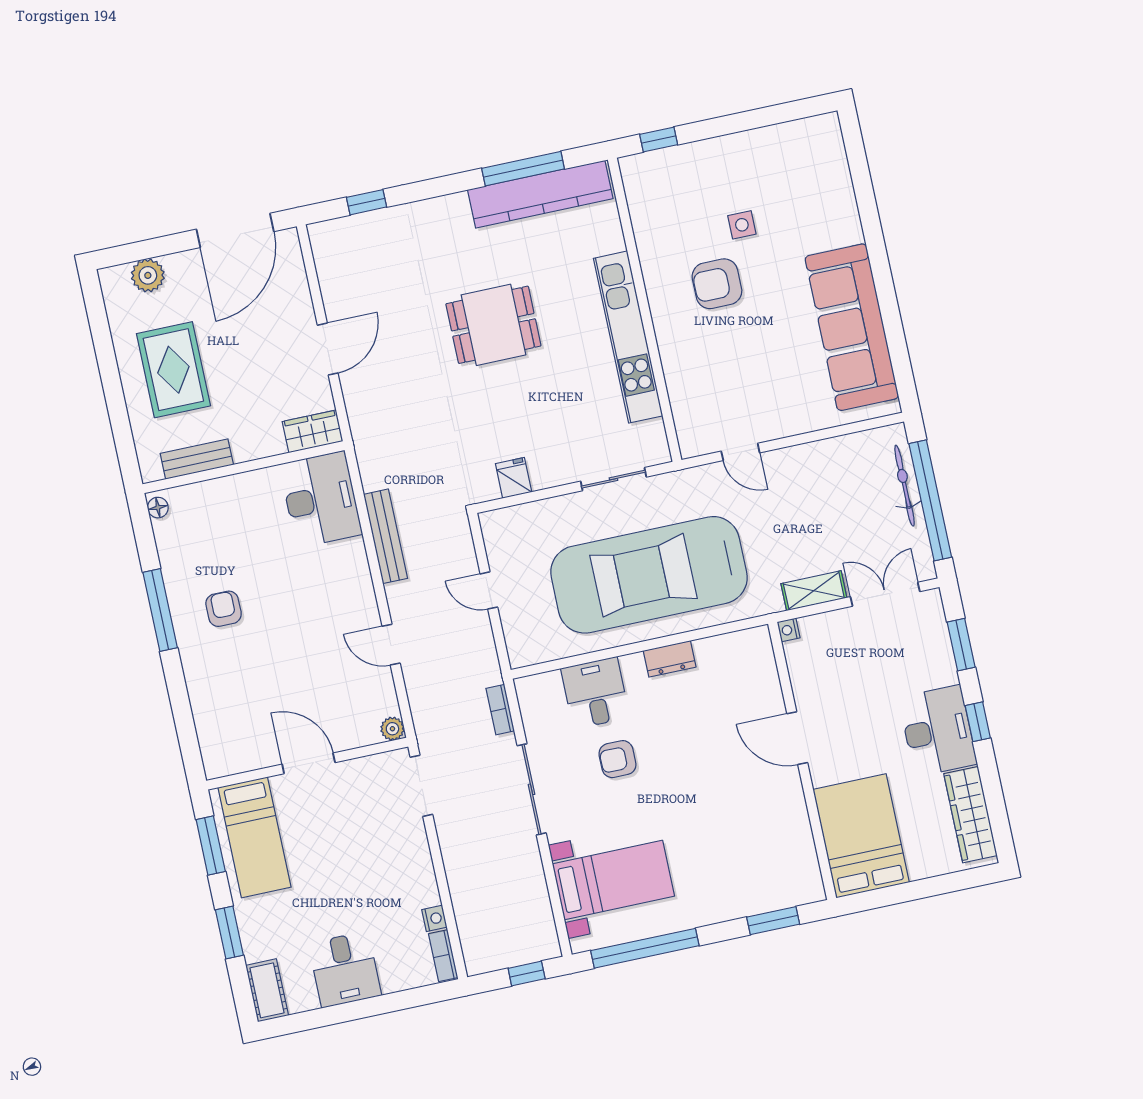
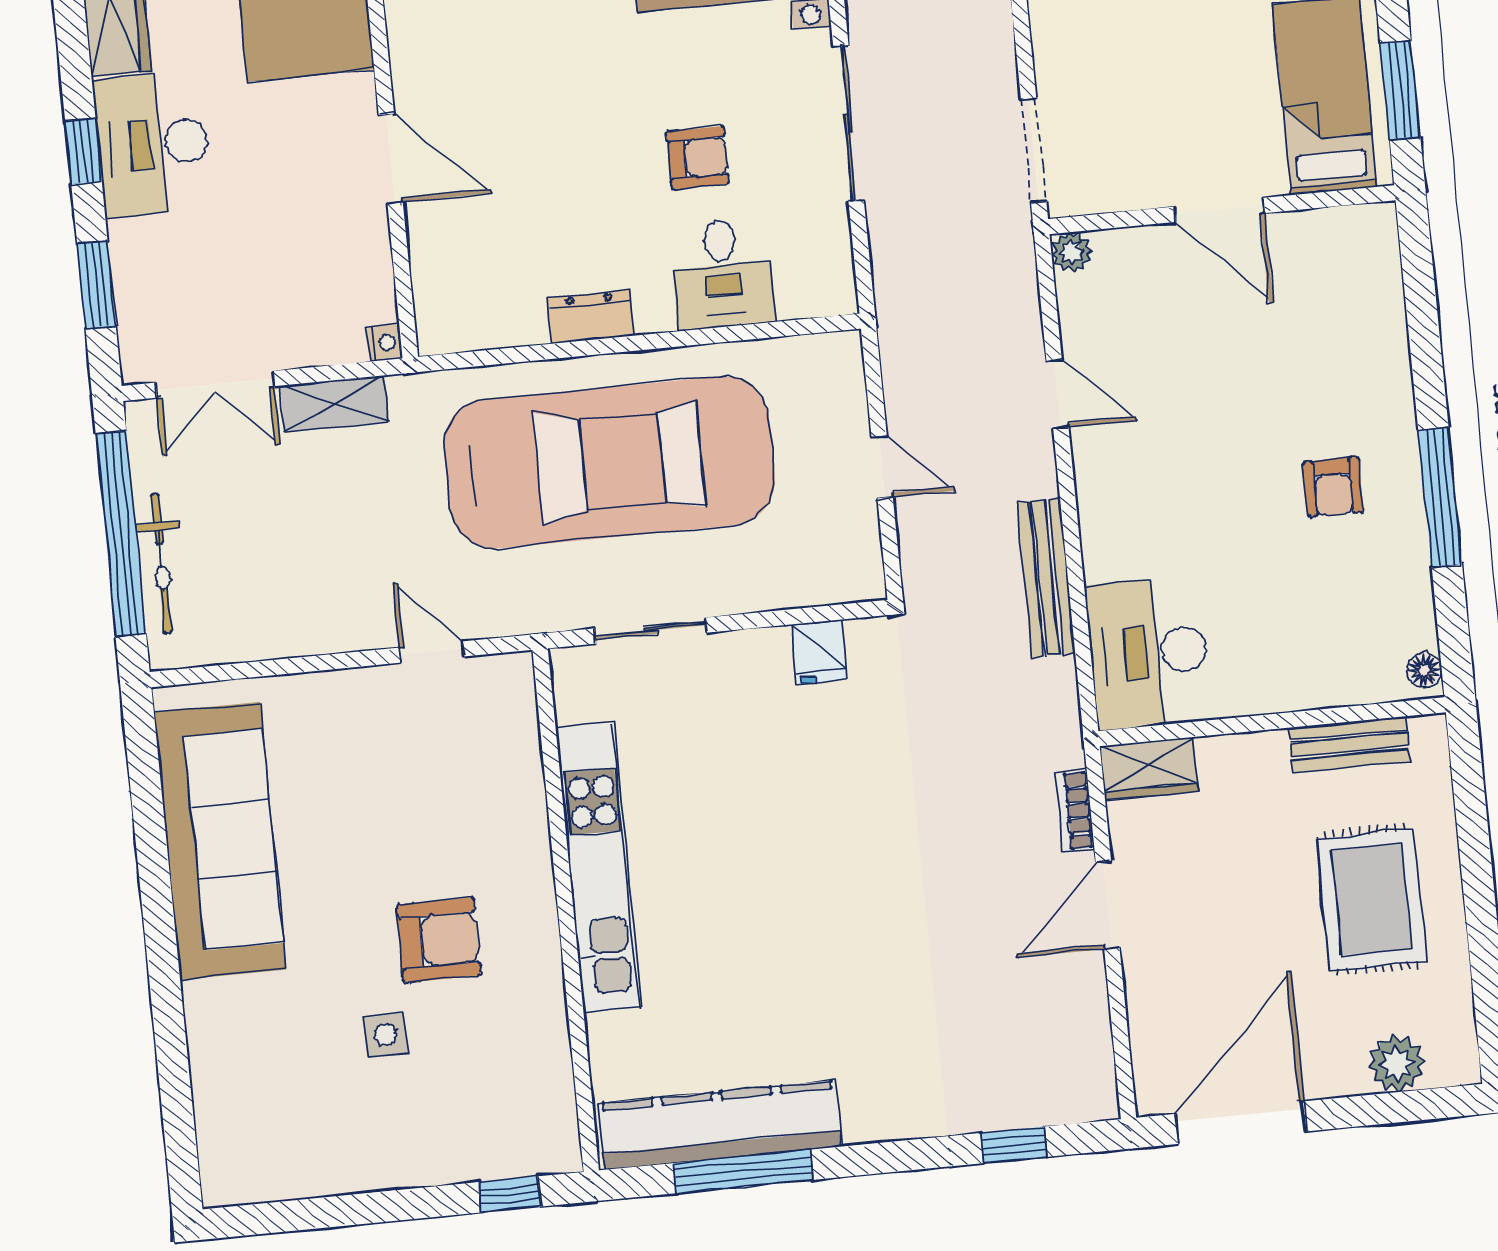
dining table: (493, 325) -> (824, 914), removed
bookcase: (500, 710) -> (1075, 811), moved, turned 180

